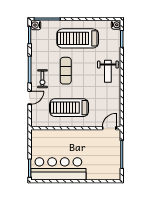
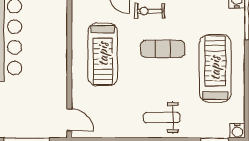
treadmill: (69, 108) -> (103, 54), turned 180

